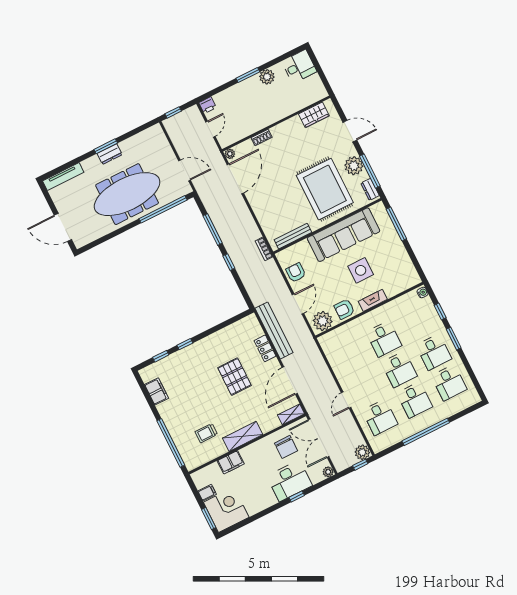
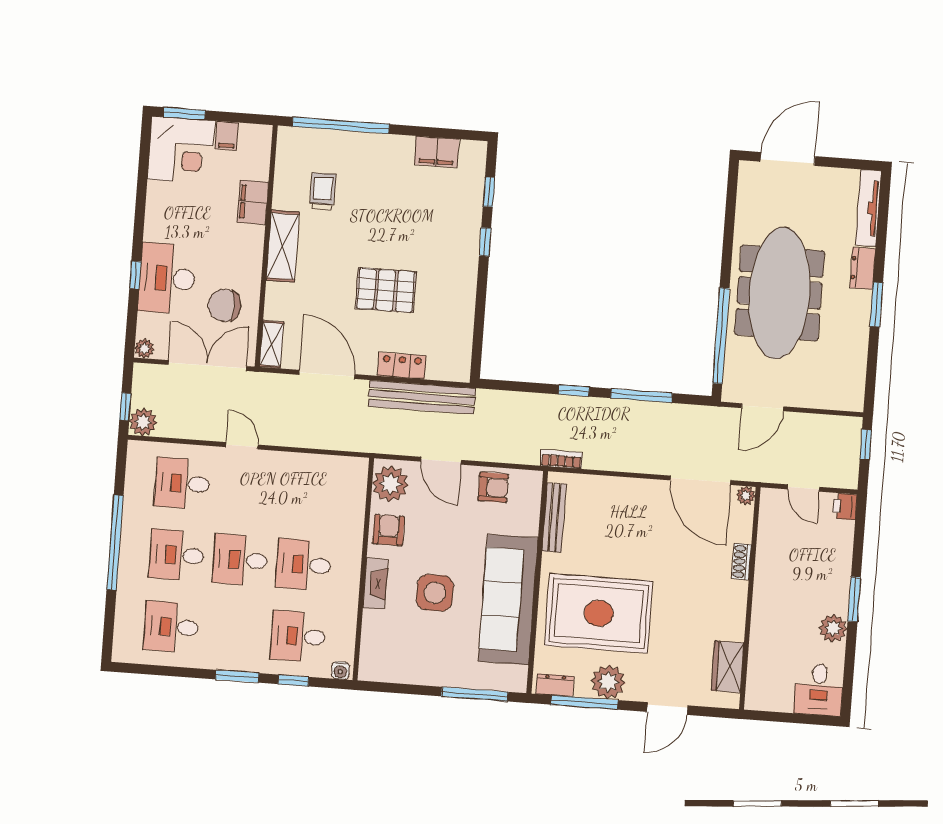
dresser: (110, 154) -> (863, 268), moved
desk: (434, 352) -> (298, 636), moved

